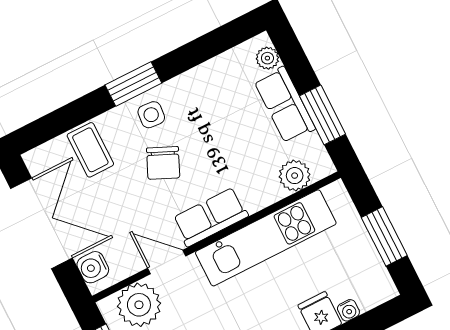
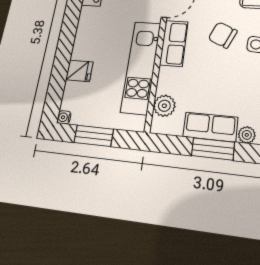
window: (323, 115) -> (213, 149), moved
water cooler: (348, 310) -> (64, 117), moved

